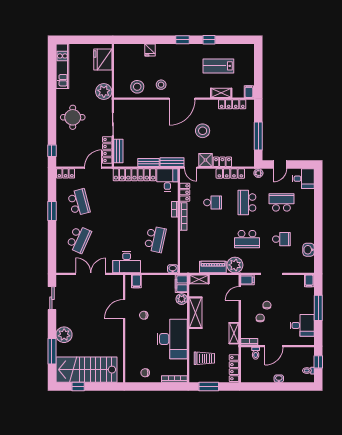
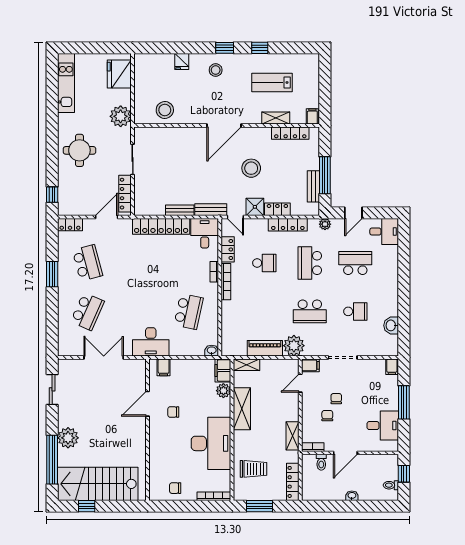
stool: (161, 85) -> (216, 70), moved
bench: (118, 151) -> (313, 186), moved
window: (52, 351) -> (52, 460), width x1.46

